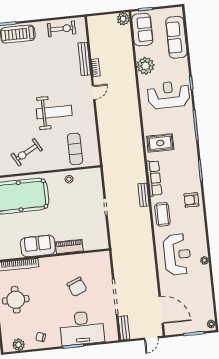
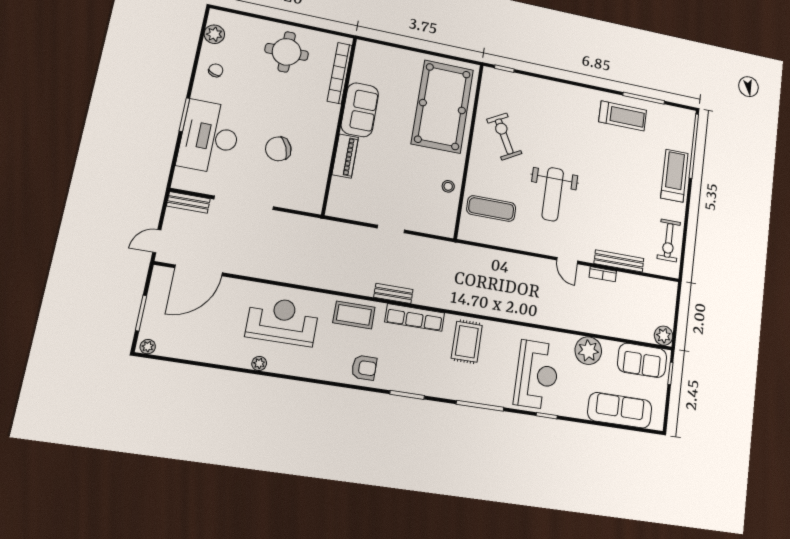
armchair: (191, 200) -> (364, 368), turned 90
reception desk: (177, 254) -> (282, 321), turned 180
door: (151, 338) -> (157, 241), hinge flipped

